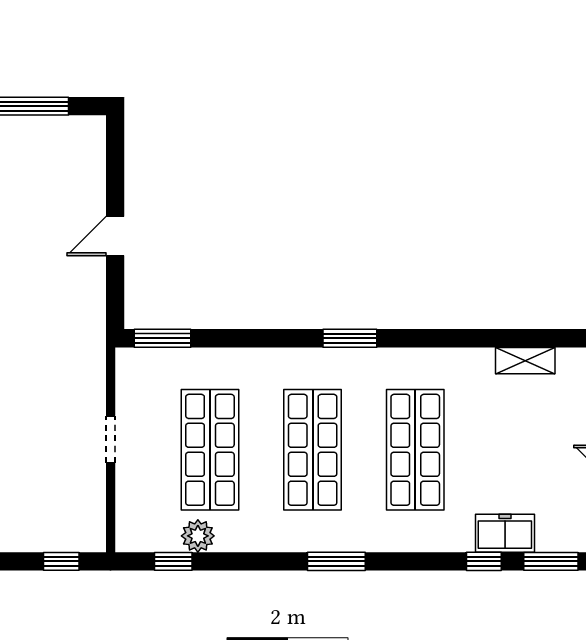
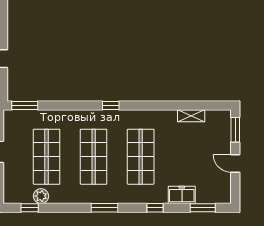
window: (350, 338) -> (111, 106), width x0.67
window: (484, 561) -> (155, 208), moved

